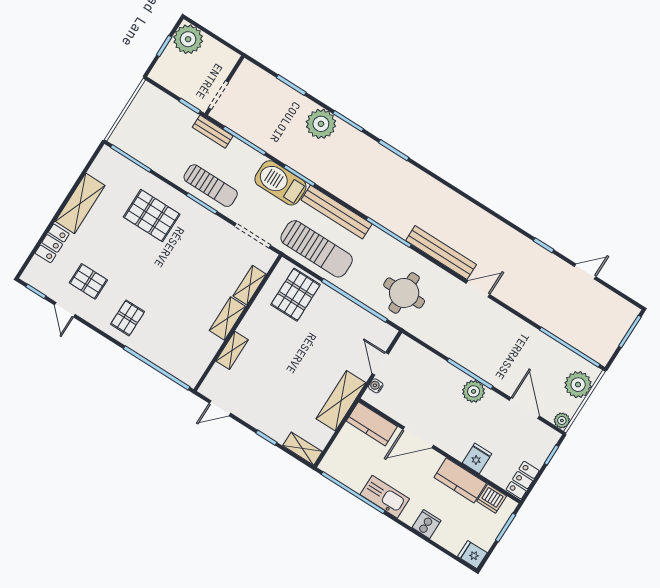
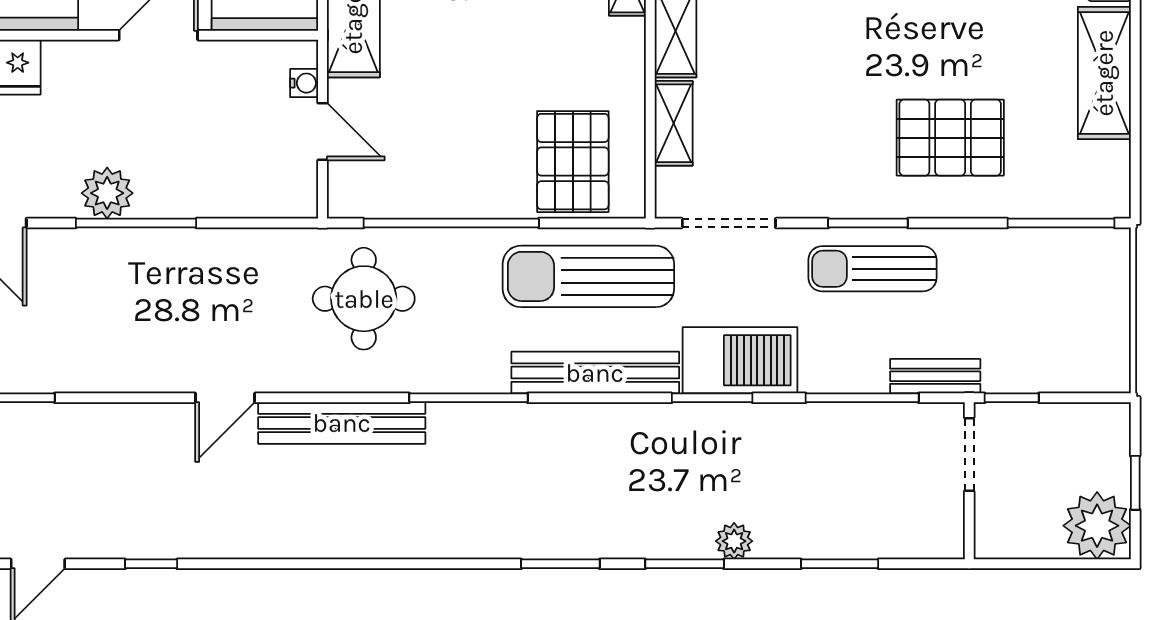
plant: (321, 124) -> (734, 541), width x0.53, depth x0.53

